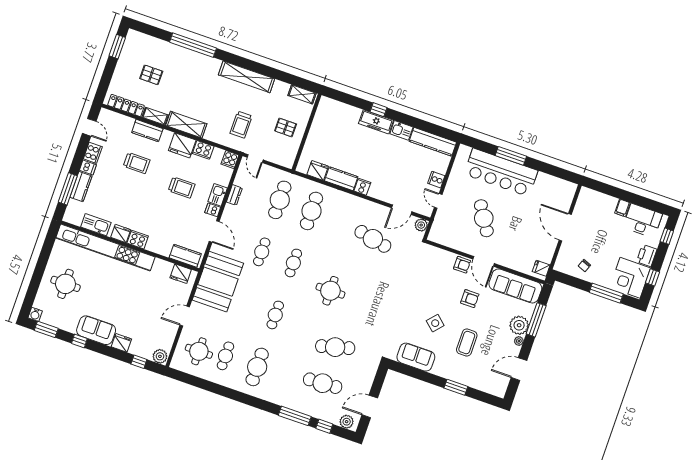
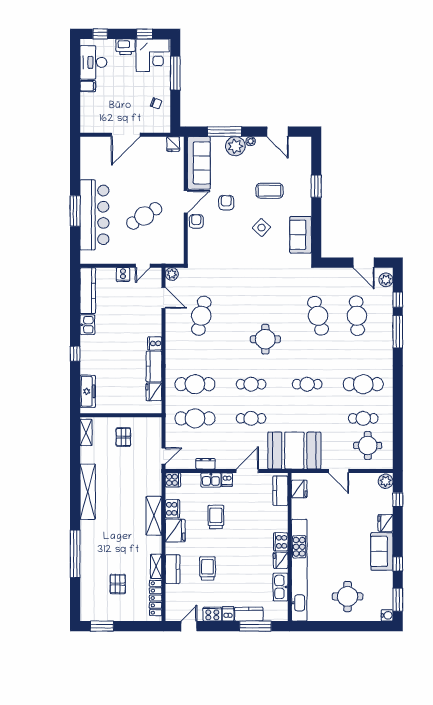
freezer: (376, 122) -> (88, 391), moved
shelving: (186, 125) -> (154, 516), moved
trolley: (241, 125) -> (135, 481), removed

